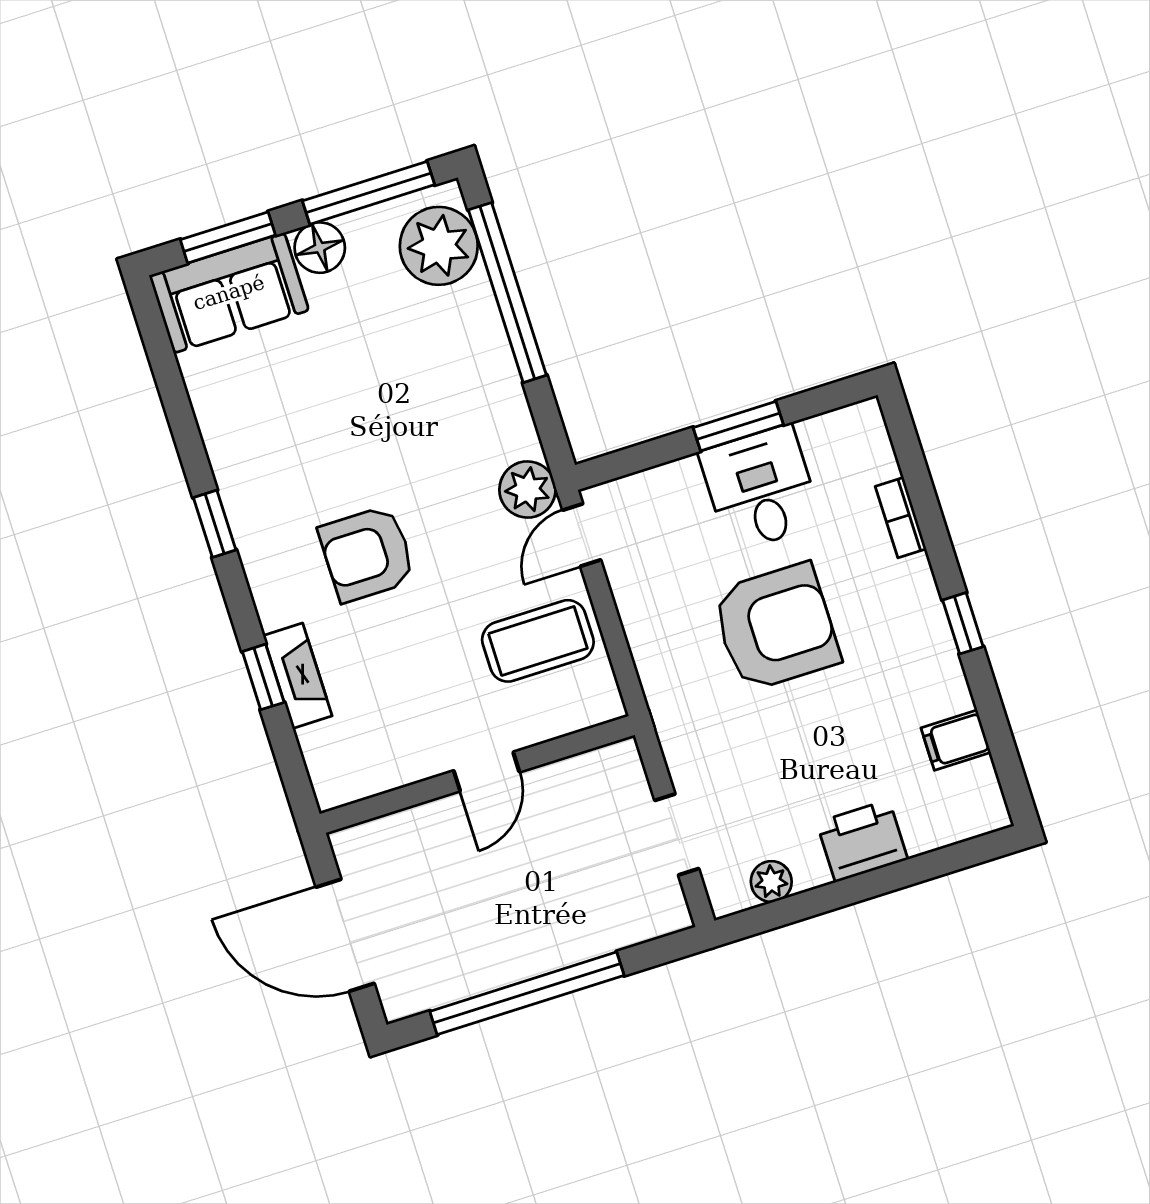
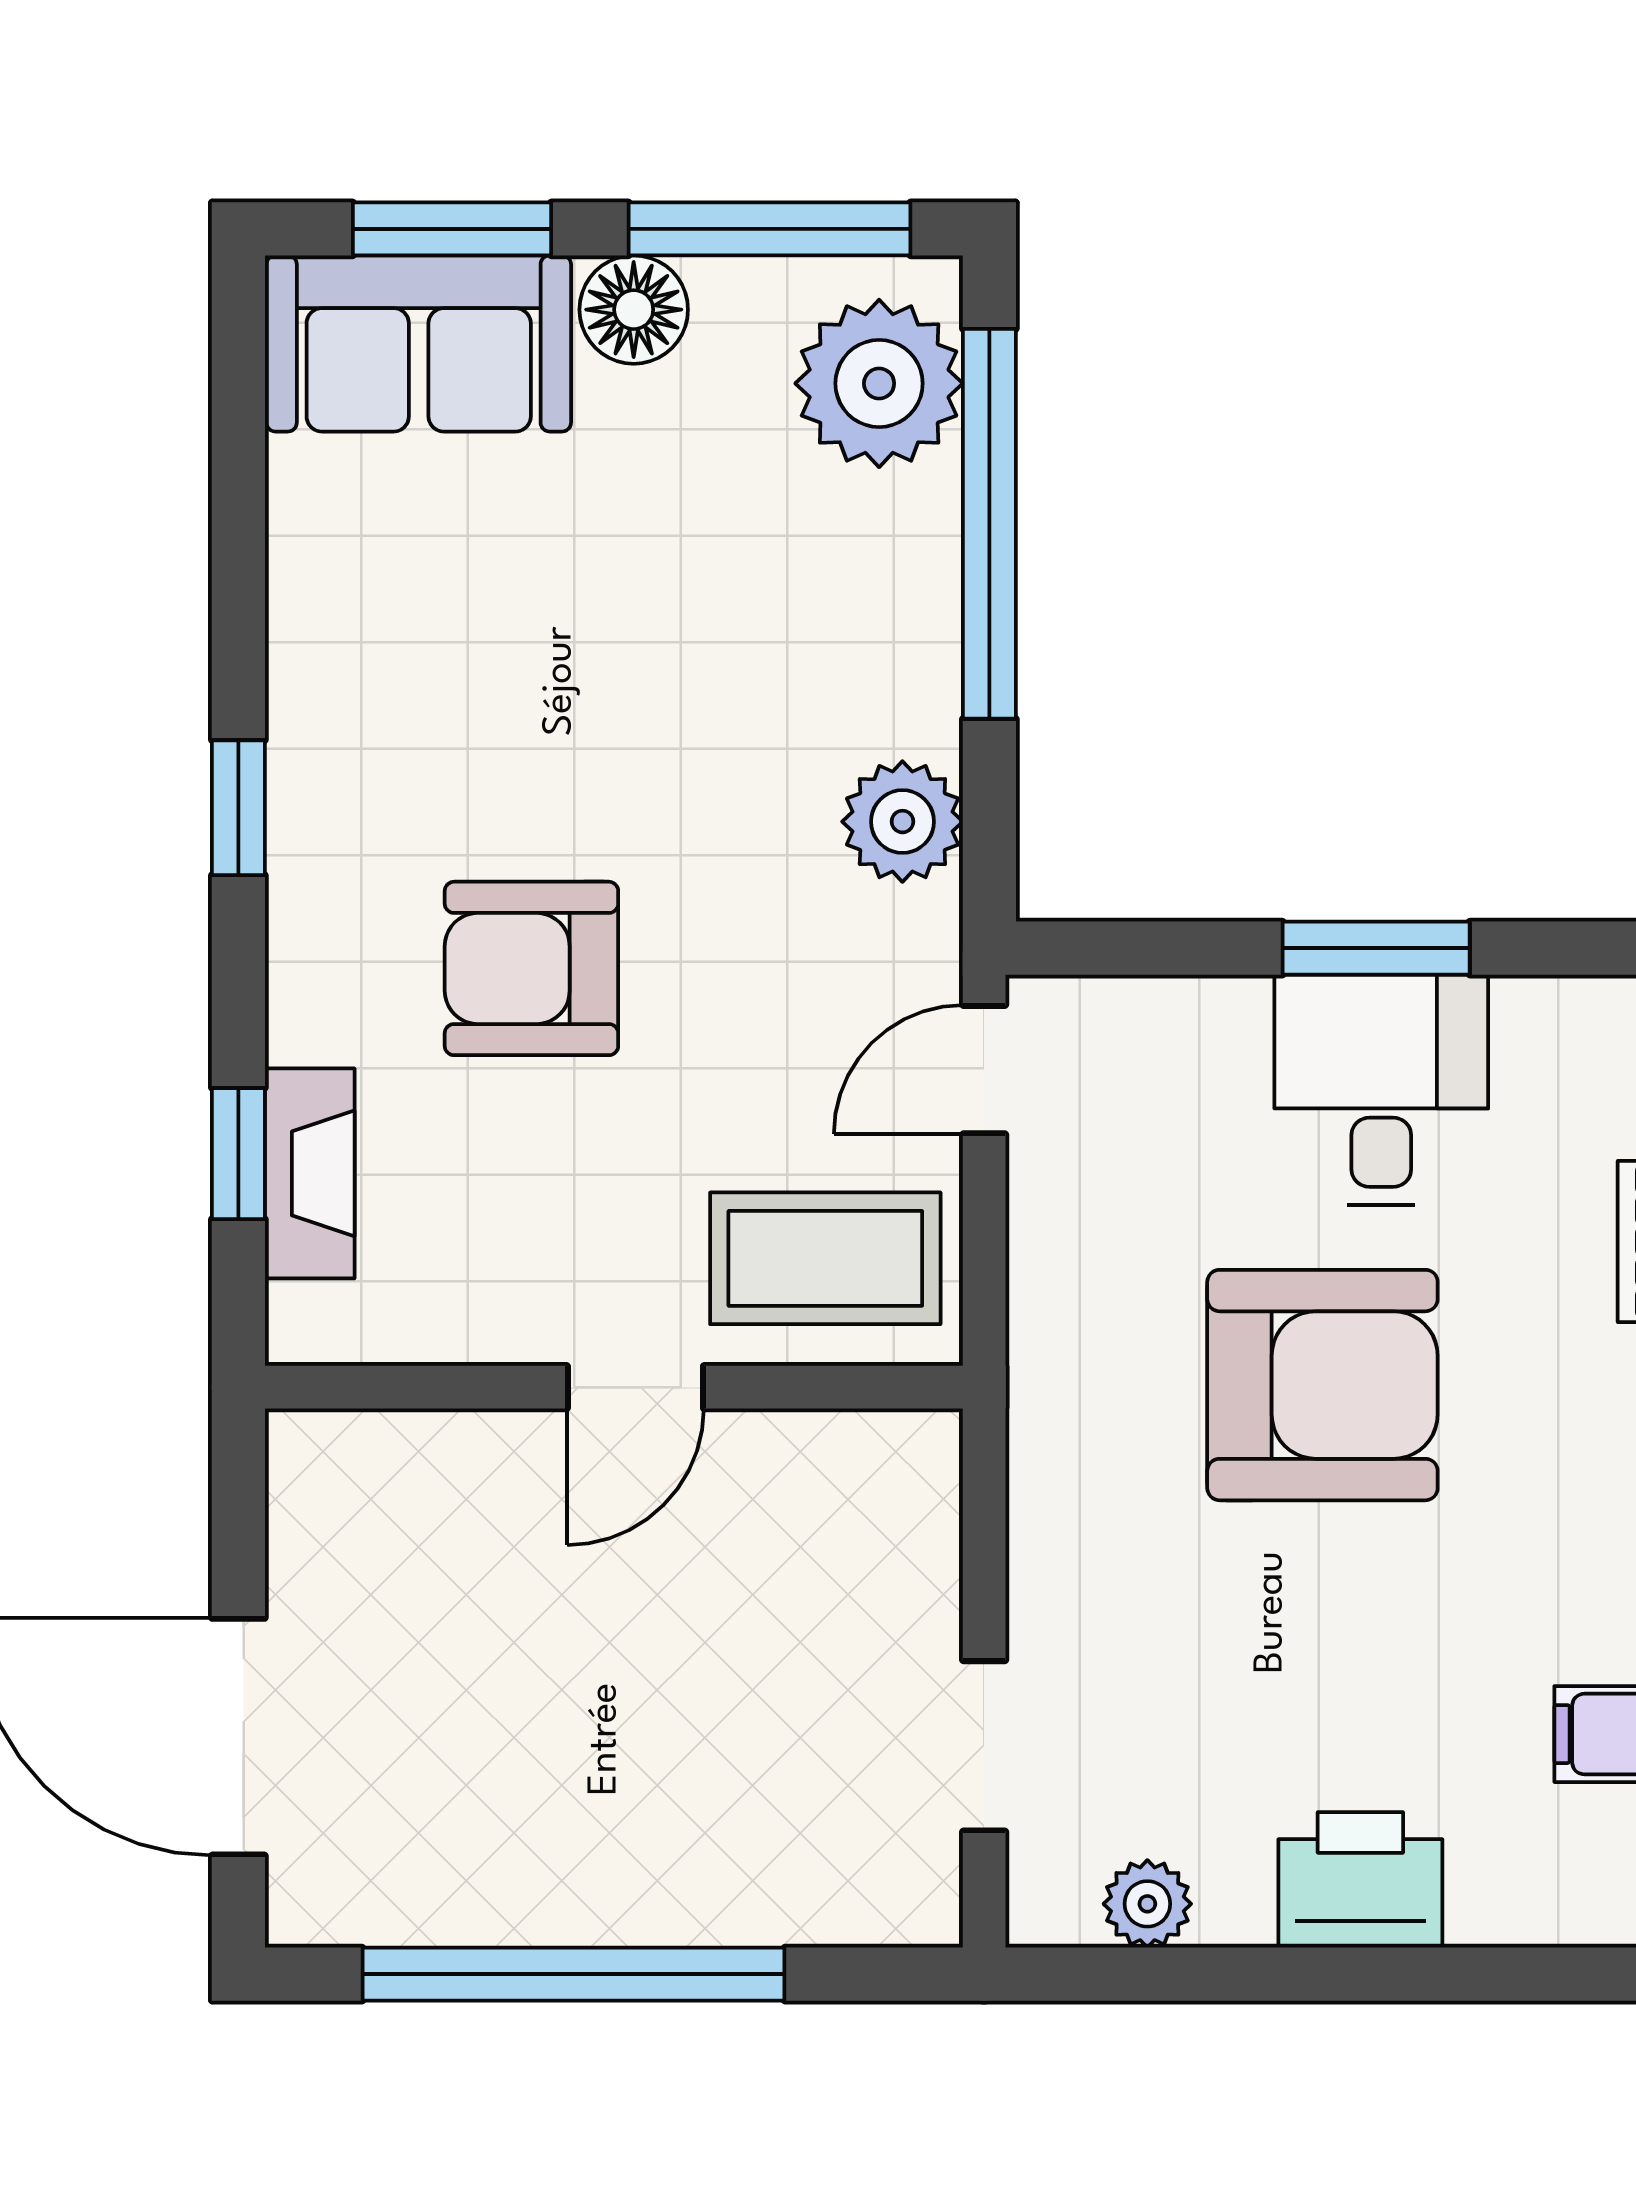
plant: (527, 490) -> (902, 822), moved
door: (487, 771) -> (635, 1387), moved
wall: (477, 775) -> (614, 1387), moved

